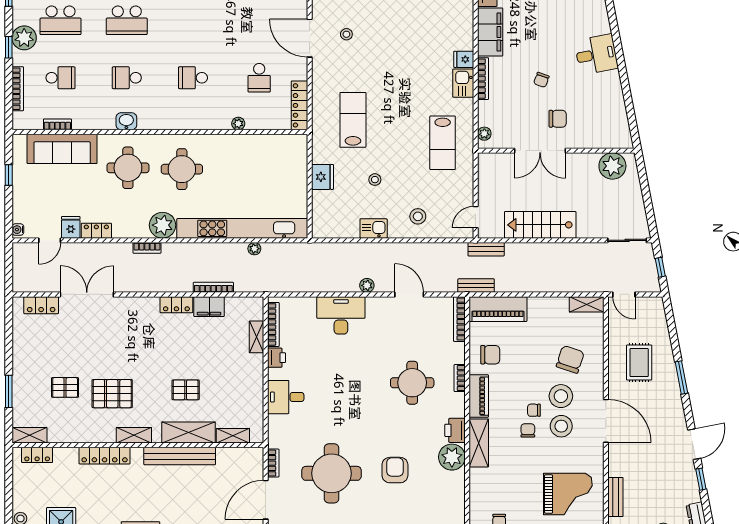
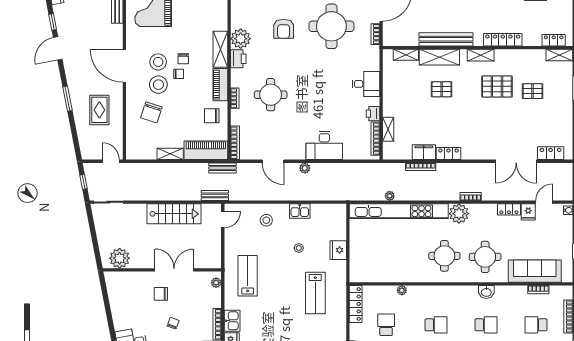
shelving: (587, 304) -> (170, 154), moved

